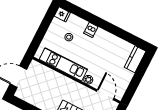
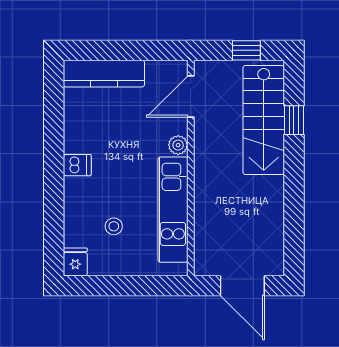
dishwasher: (91, 30) -> (77, 165), moved
kitchen counter: (135, 59) -> (104, 74), width x1.50

